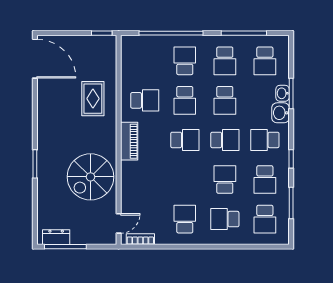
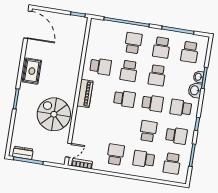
rug: (93, 99) -> (32, 71), moved
spiral stairs: (91, 177) -> (54, 114), turned 90
school desk: (265, 180) -> (176, 136), turned -90

